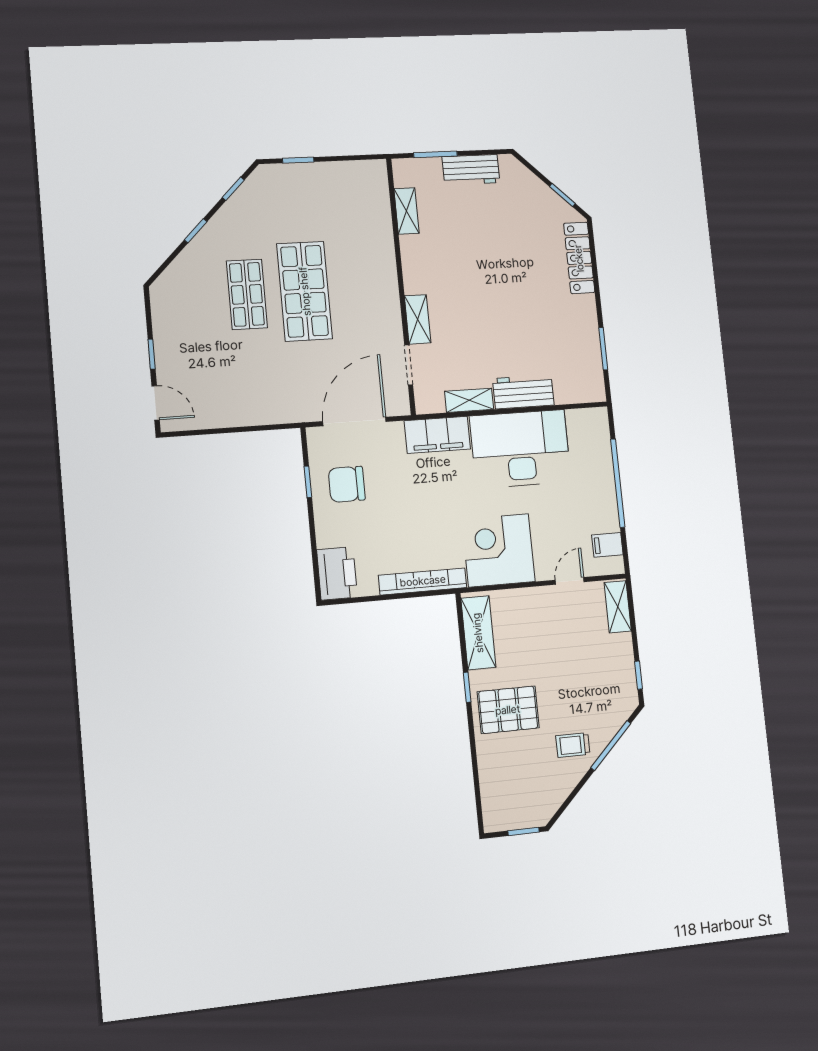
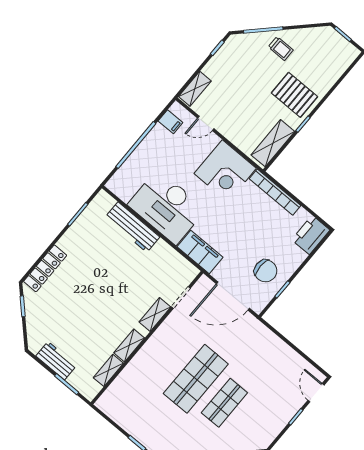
workbench: (523, 392) -> (132, 227), width x1.38
shelving: (469, 400) -> (129, 345), moved, turned 90

